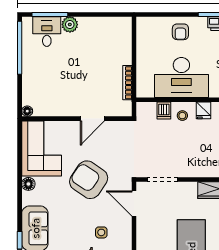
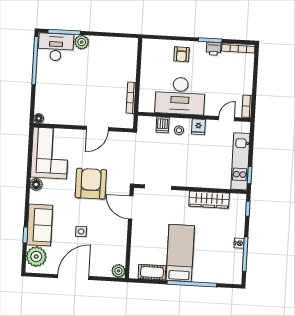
desk: (47, 32) -> (56, 47), width x1.37
armchair: (89, 180) -> (91, 184), turned 56
side table: (101, 232) -> (81, 231), moved

